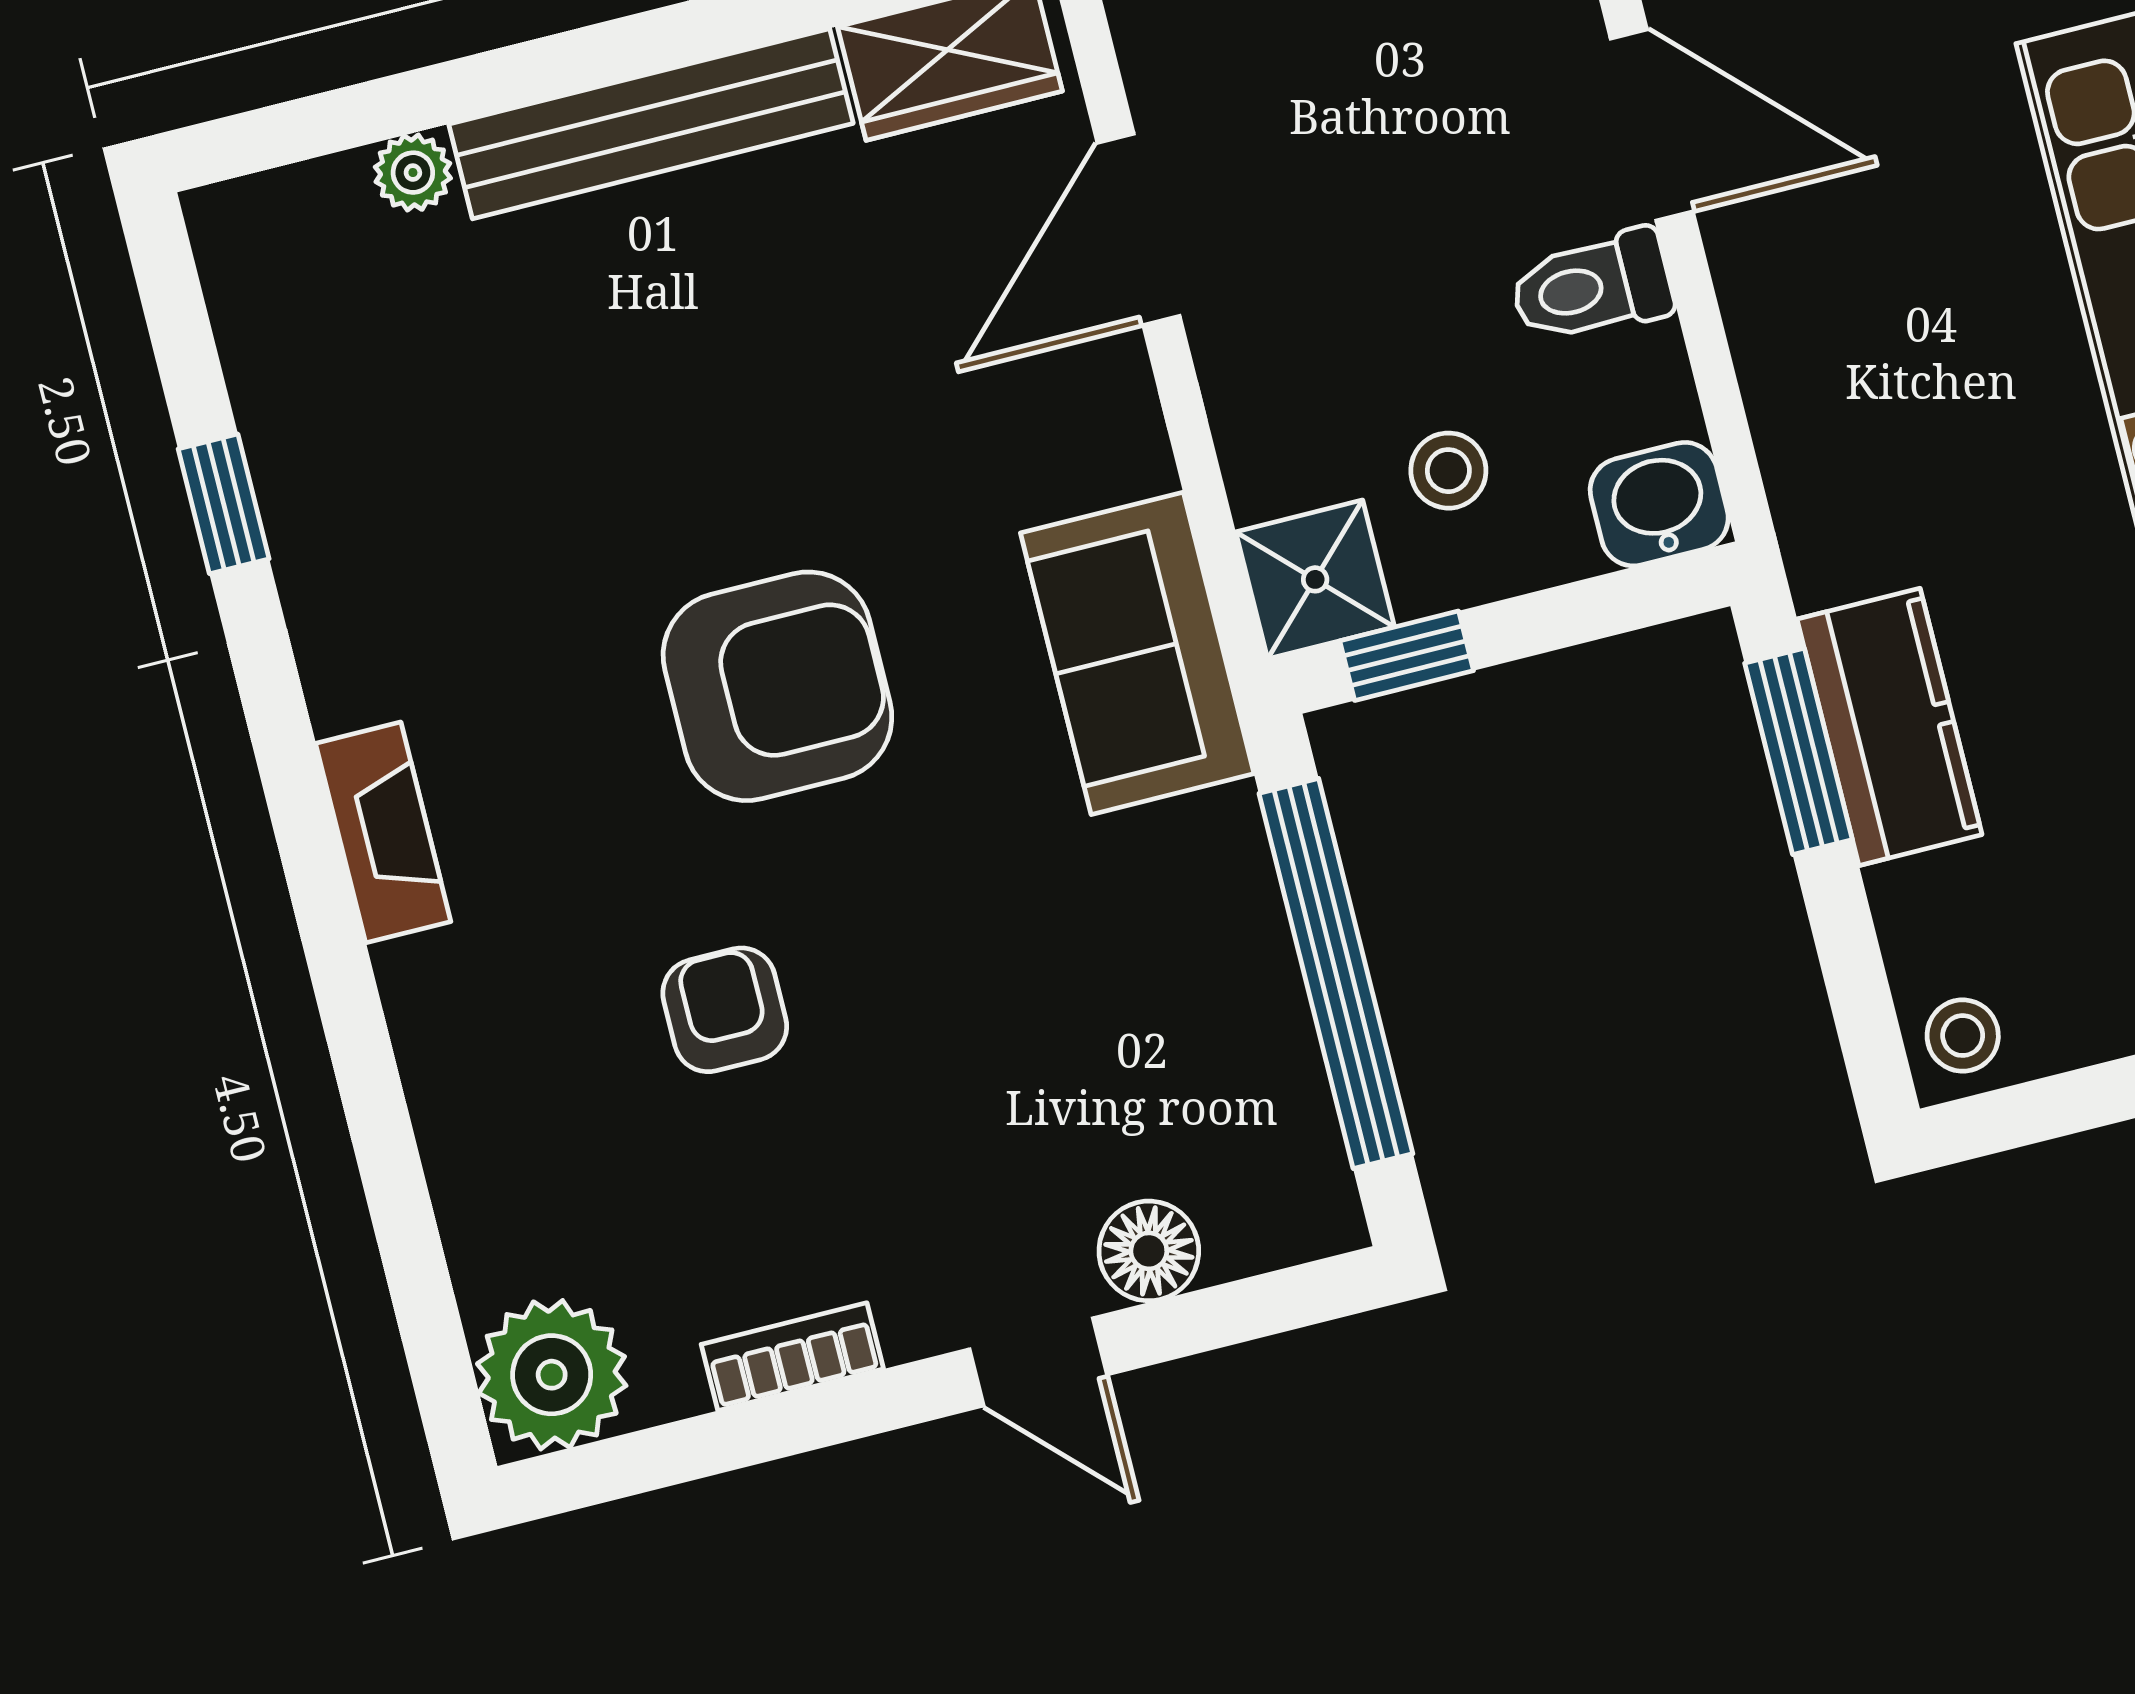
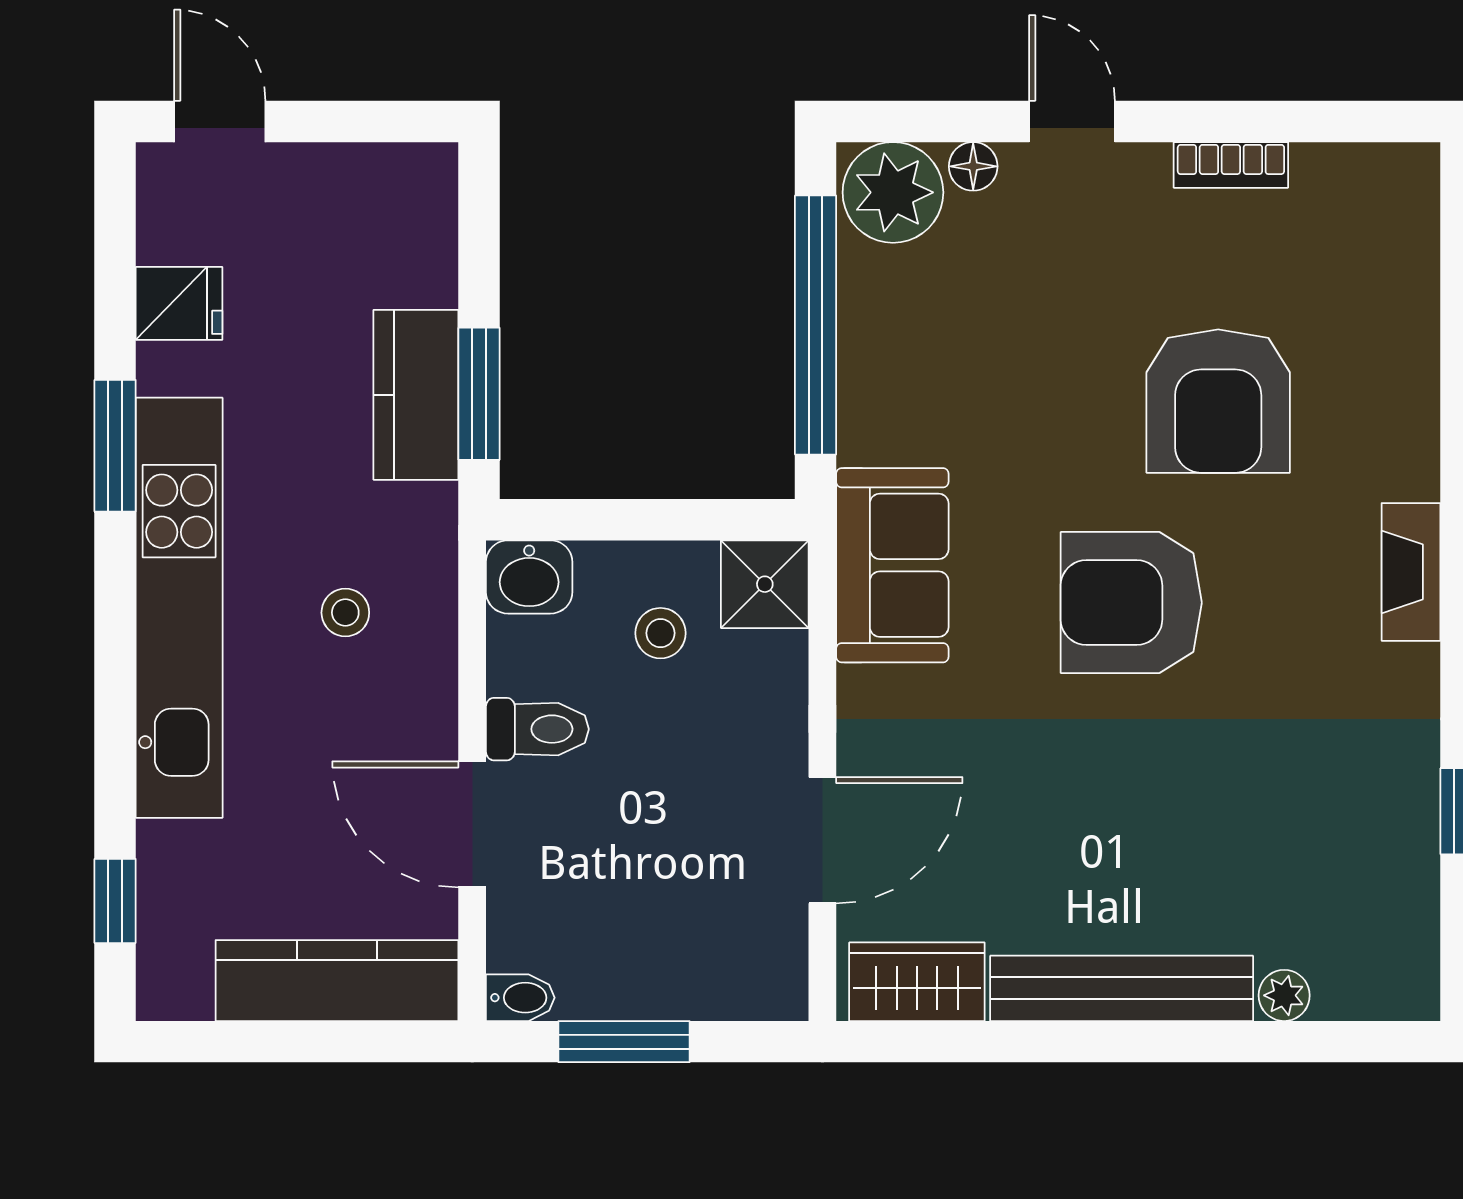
window: (1407, 656) -> (718, 520), removed
armchair: (725, 1010) -> (1218, 401), width x1.88, depth x1.88
stool: (1963, 1036) -> (345, 613), moved
floor lamp: (1149, 1251) -> (973, 166), width x0.73, depth x0.73
plant: (552, 1375) -> (893, 192), moved

